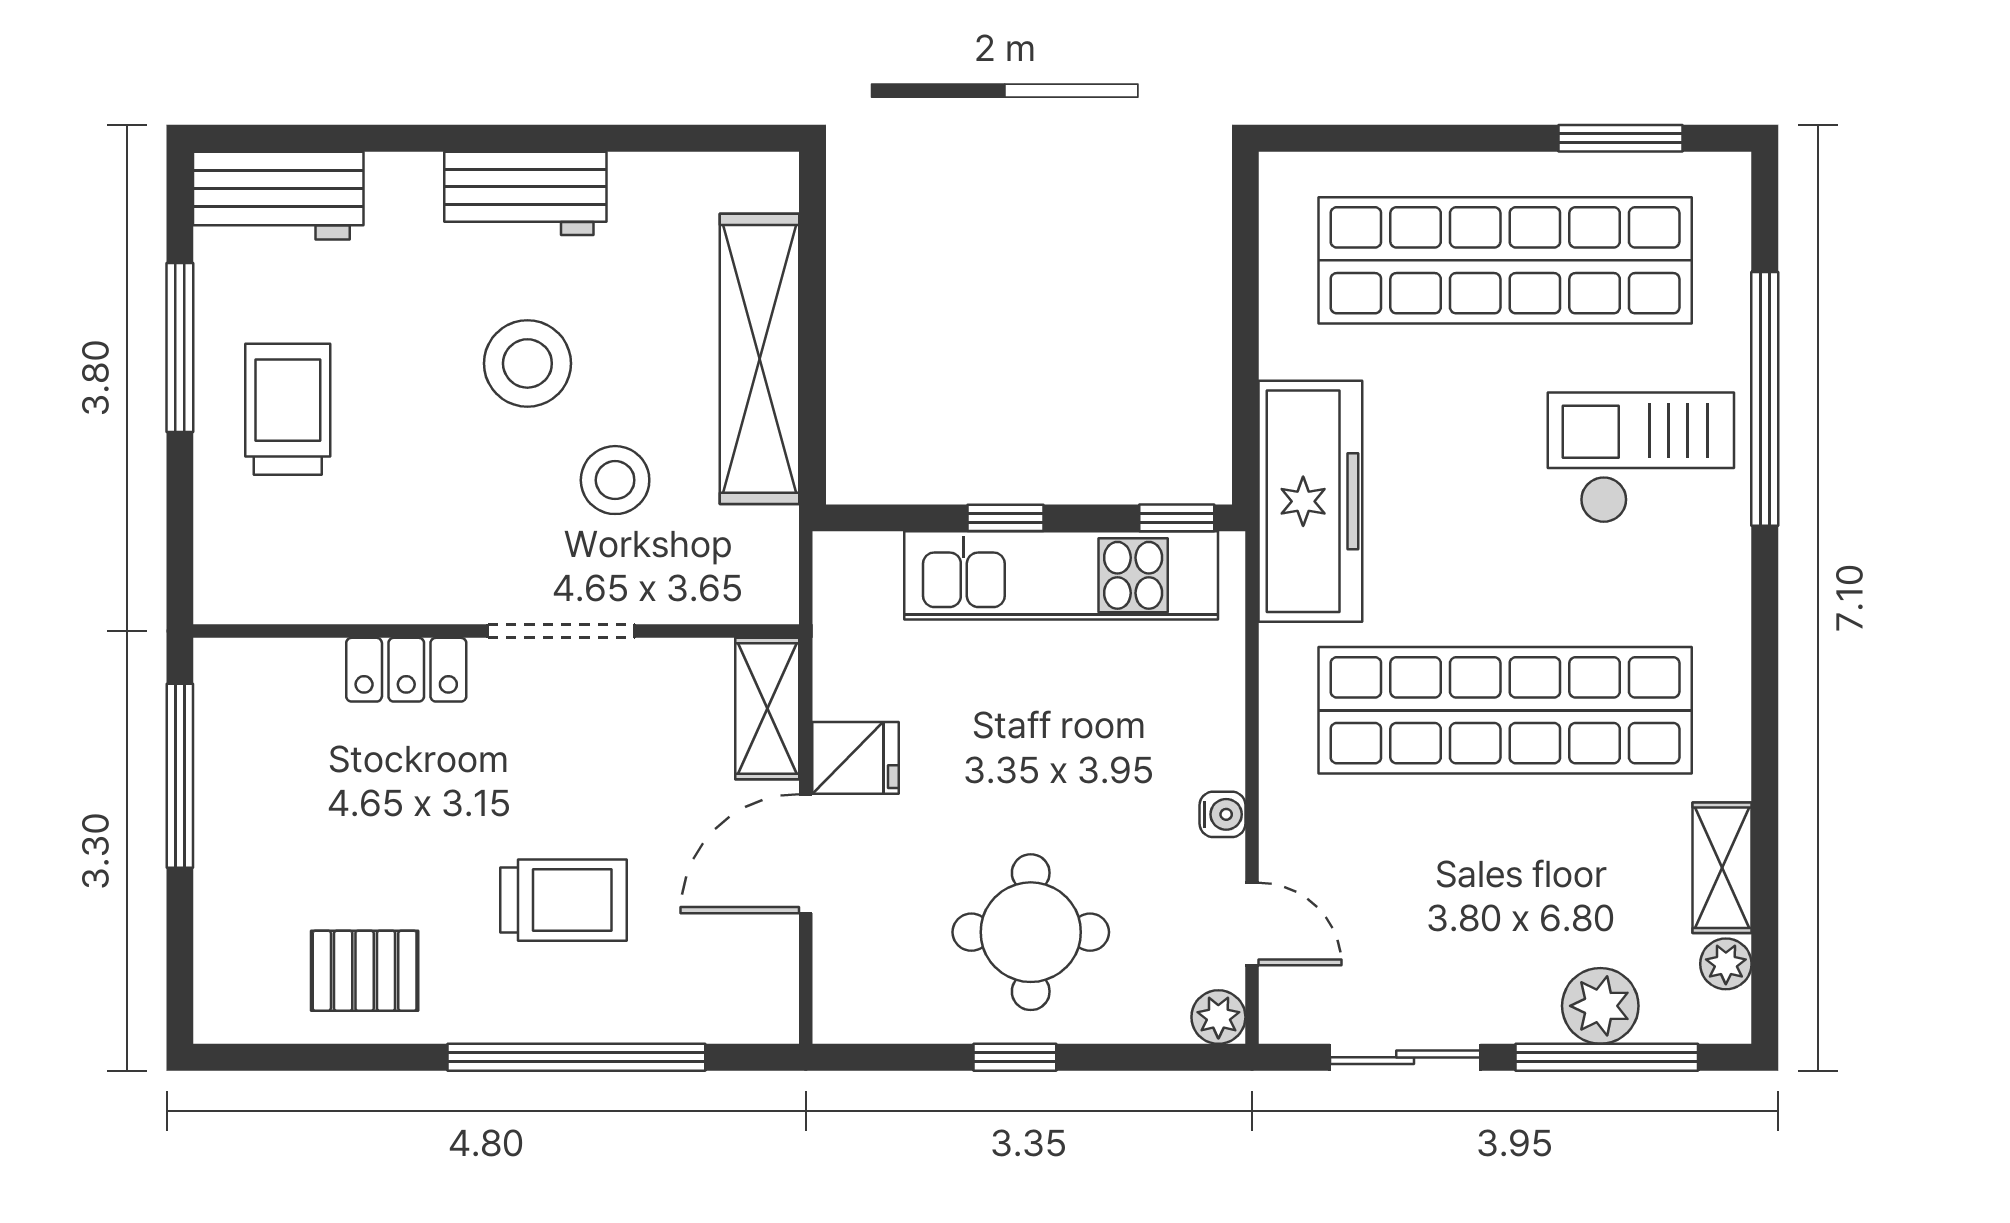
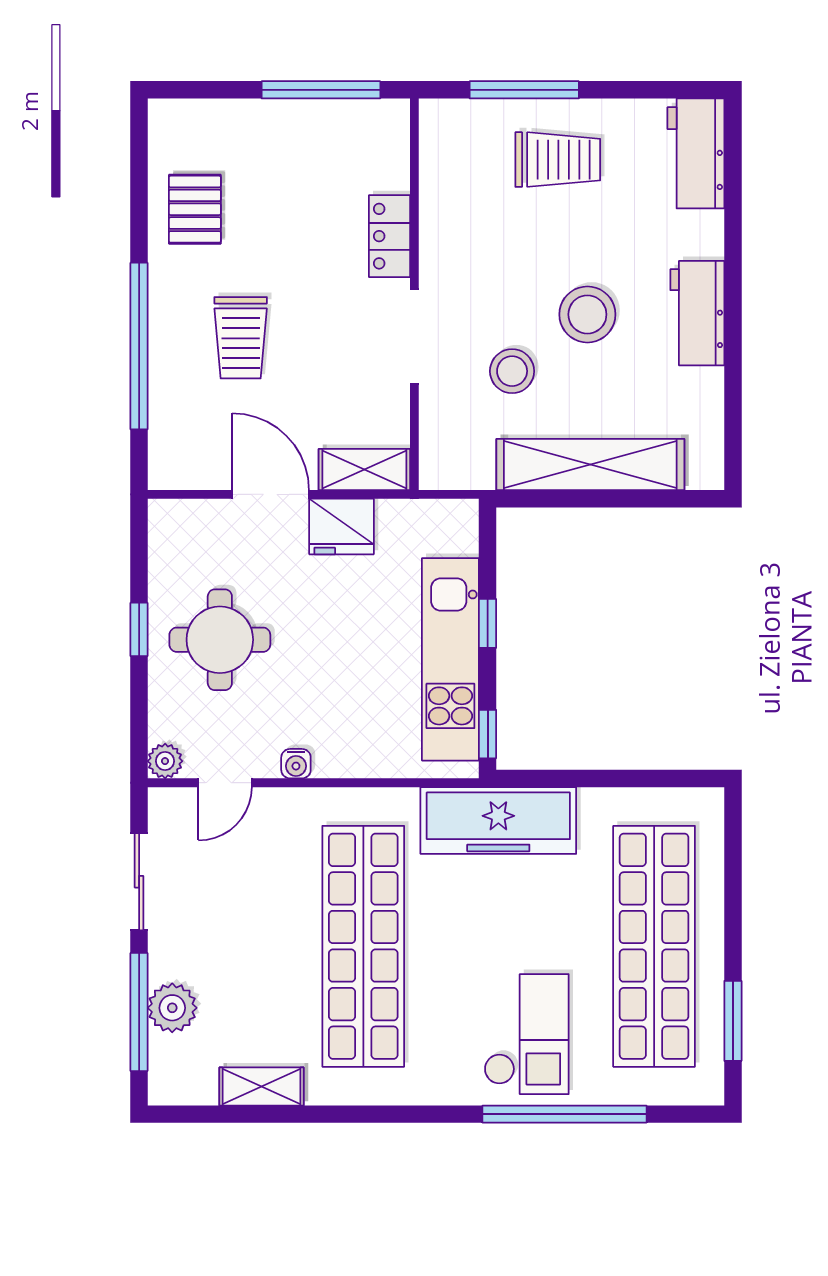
window: (180, 347) -> (524, 90), moved
fridge: (856, 758) -> (341, 527), width x1.38
plant: (1726, 964) -> (199, 1089), removed

